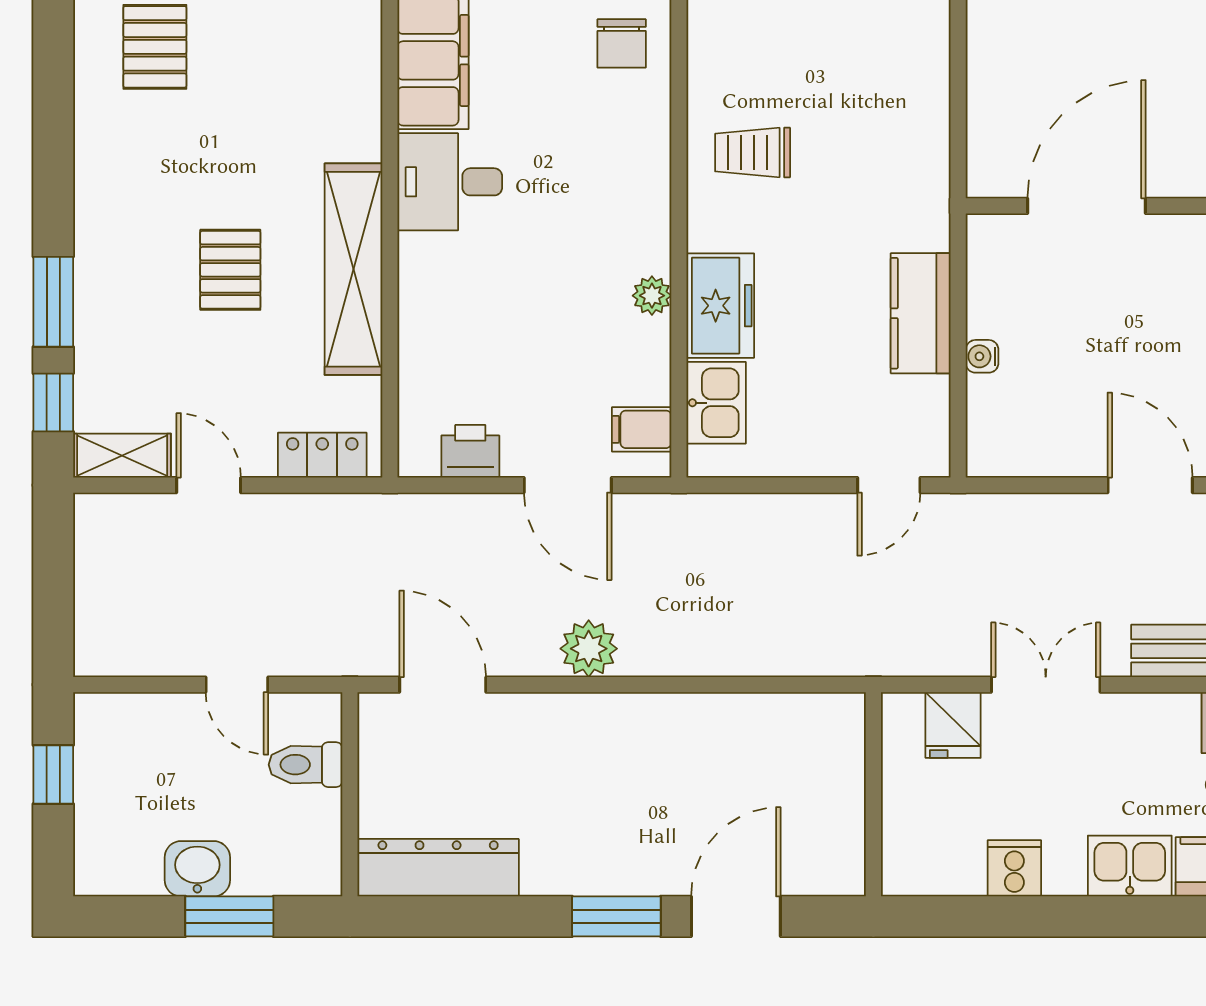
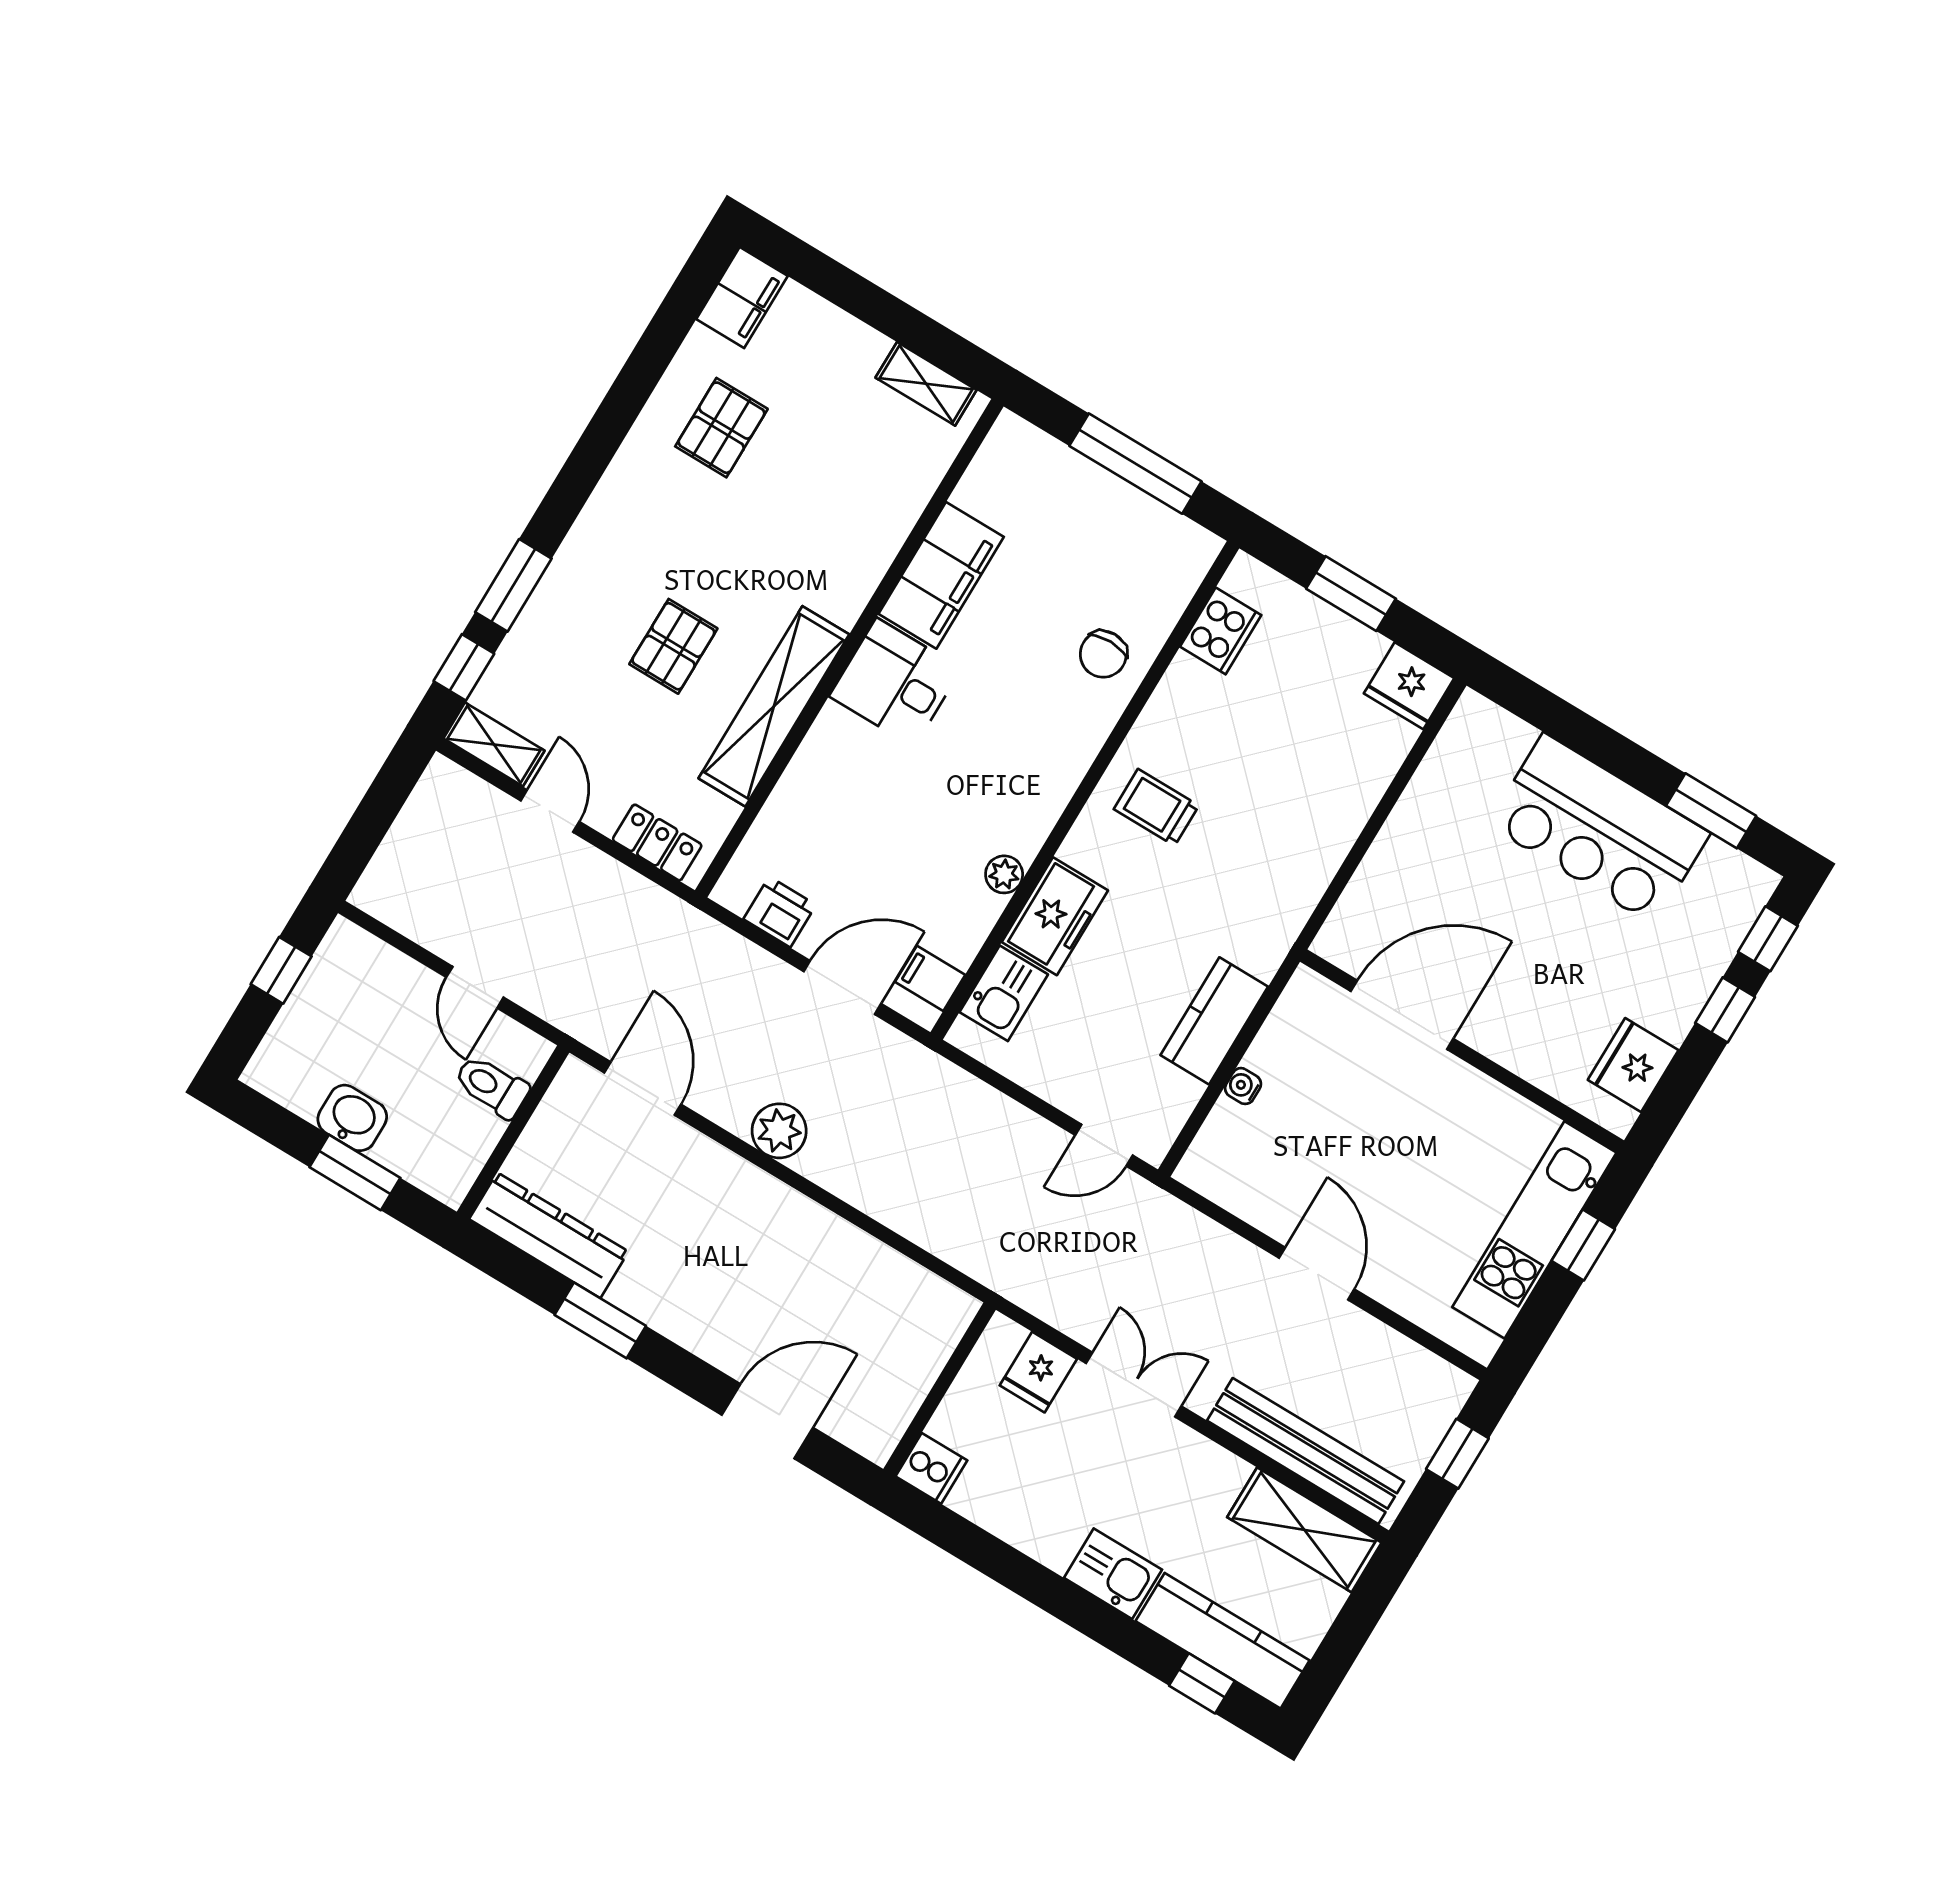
door: (568, 485) -> (842, 987), swing flipped
cooker: (1014, 868) -> (931, 1468), moved, turned 90
window: (616, 916) -> (600, 1320), moved

